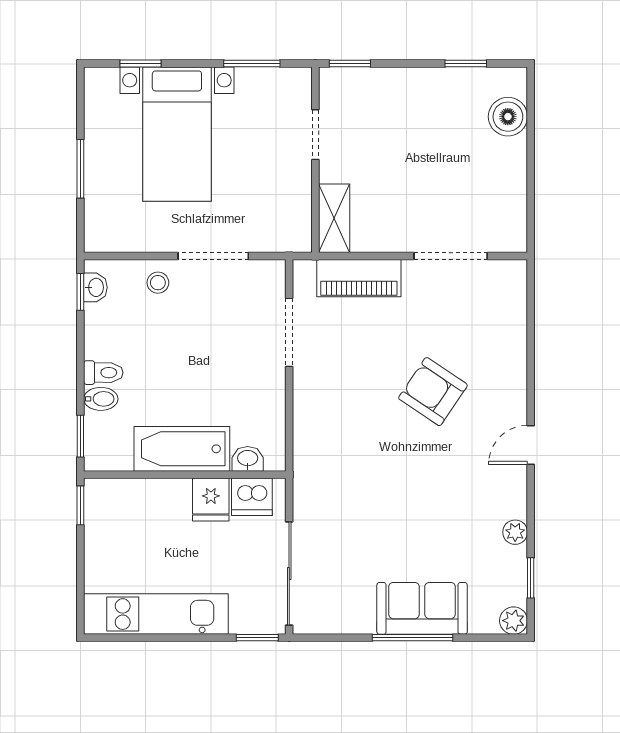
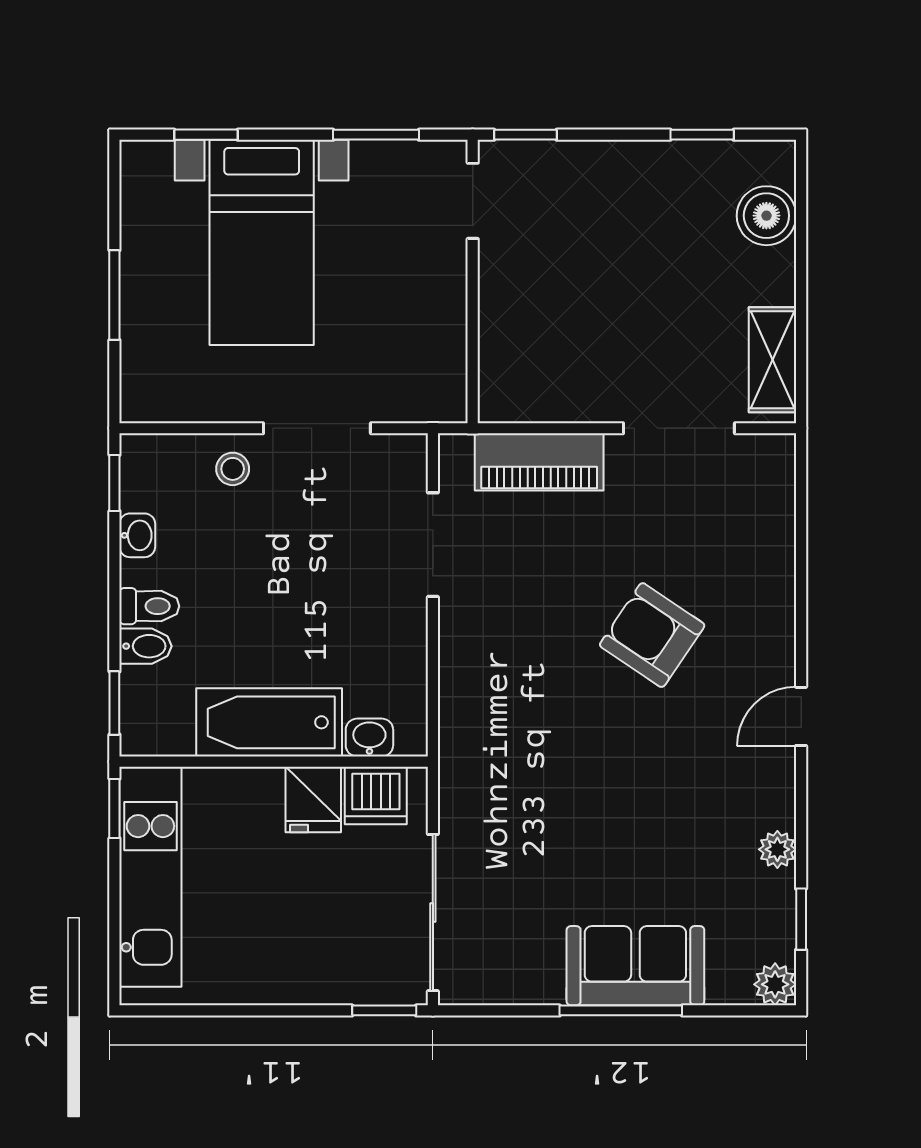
doorway: (315, 135) -> (473, 201), moved
shelving: (334, 218) -> (772, 360), moved
washbasin: (95, 287) -> (137, 535), moved
kitchen unit: (156, 614) -> (150, 877), moved, turned 90

